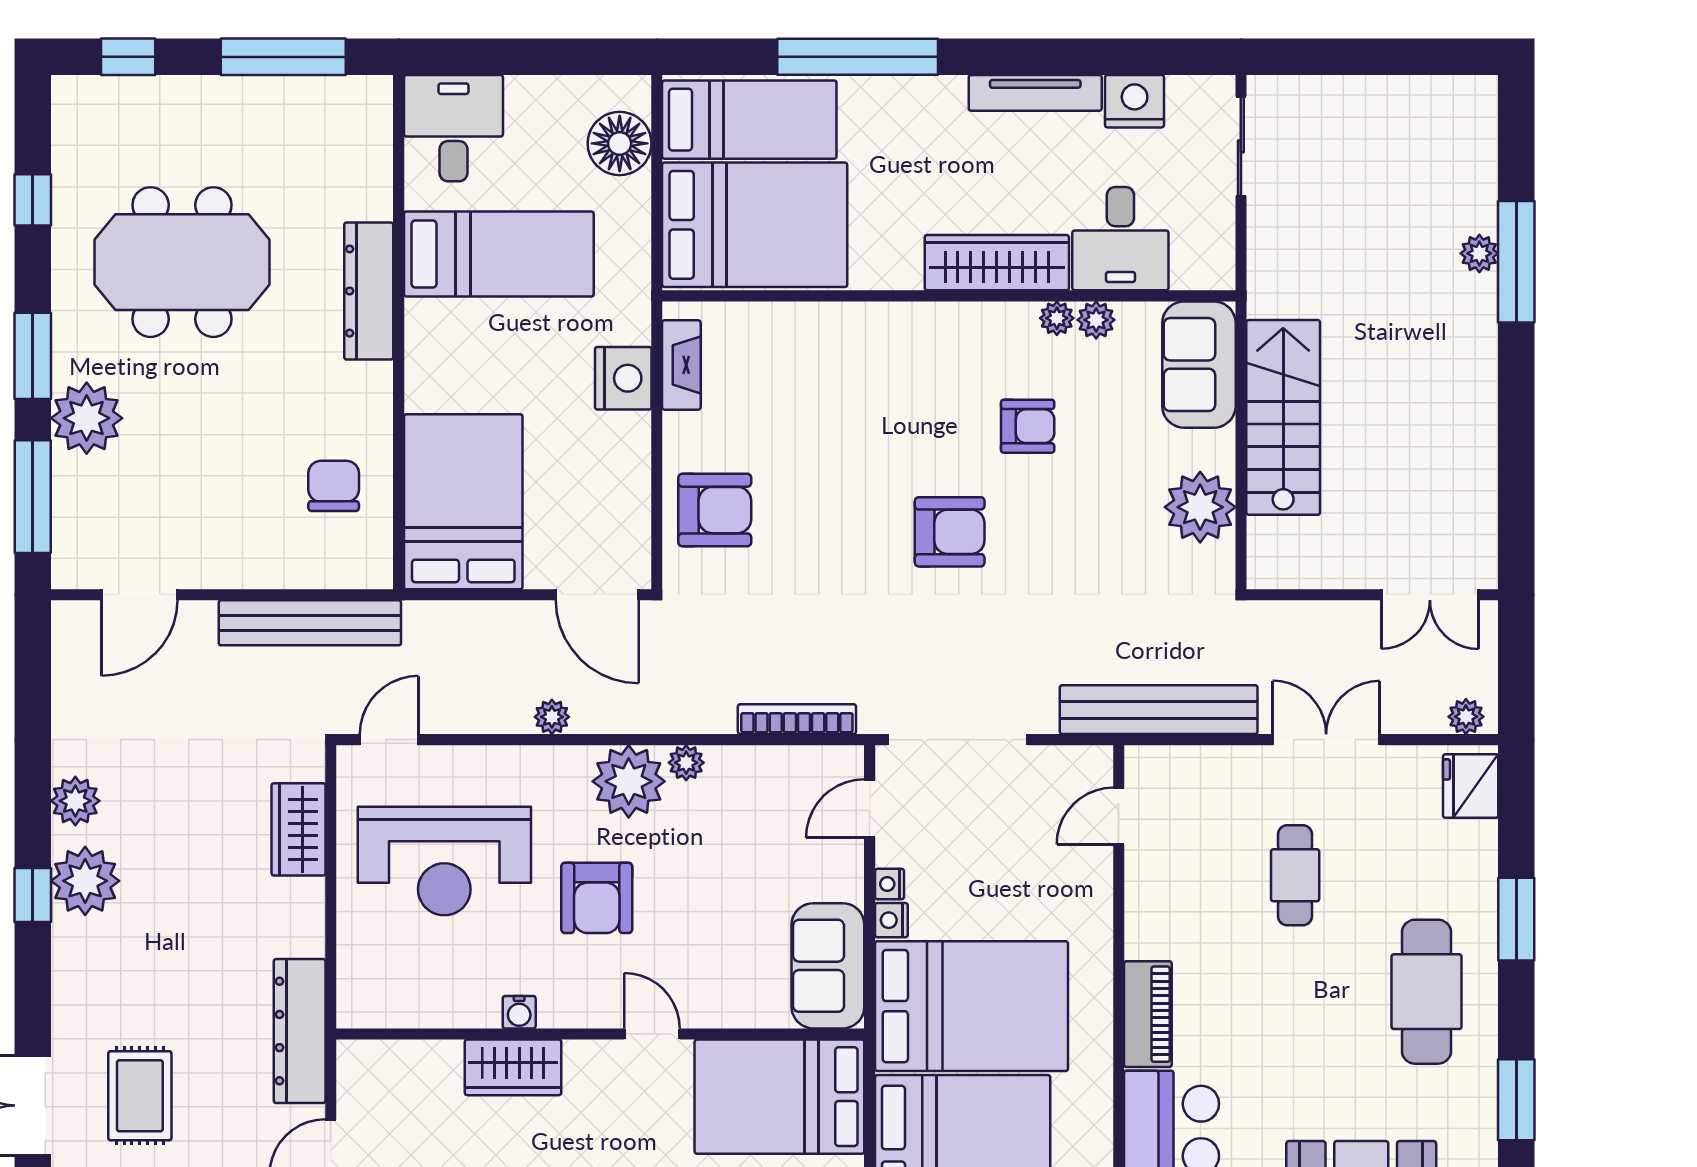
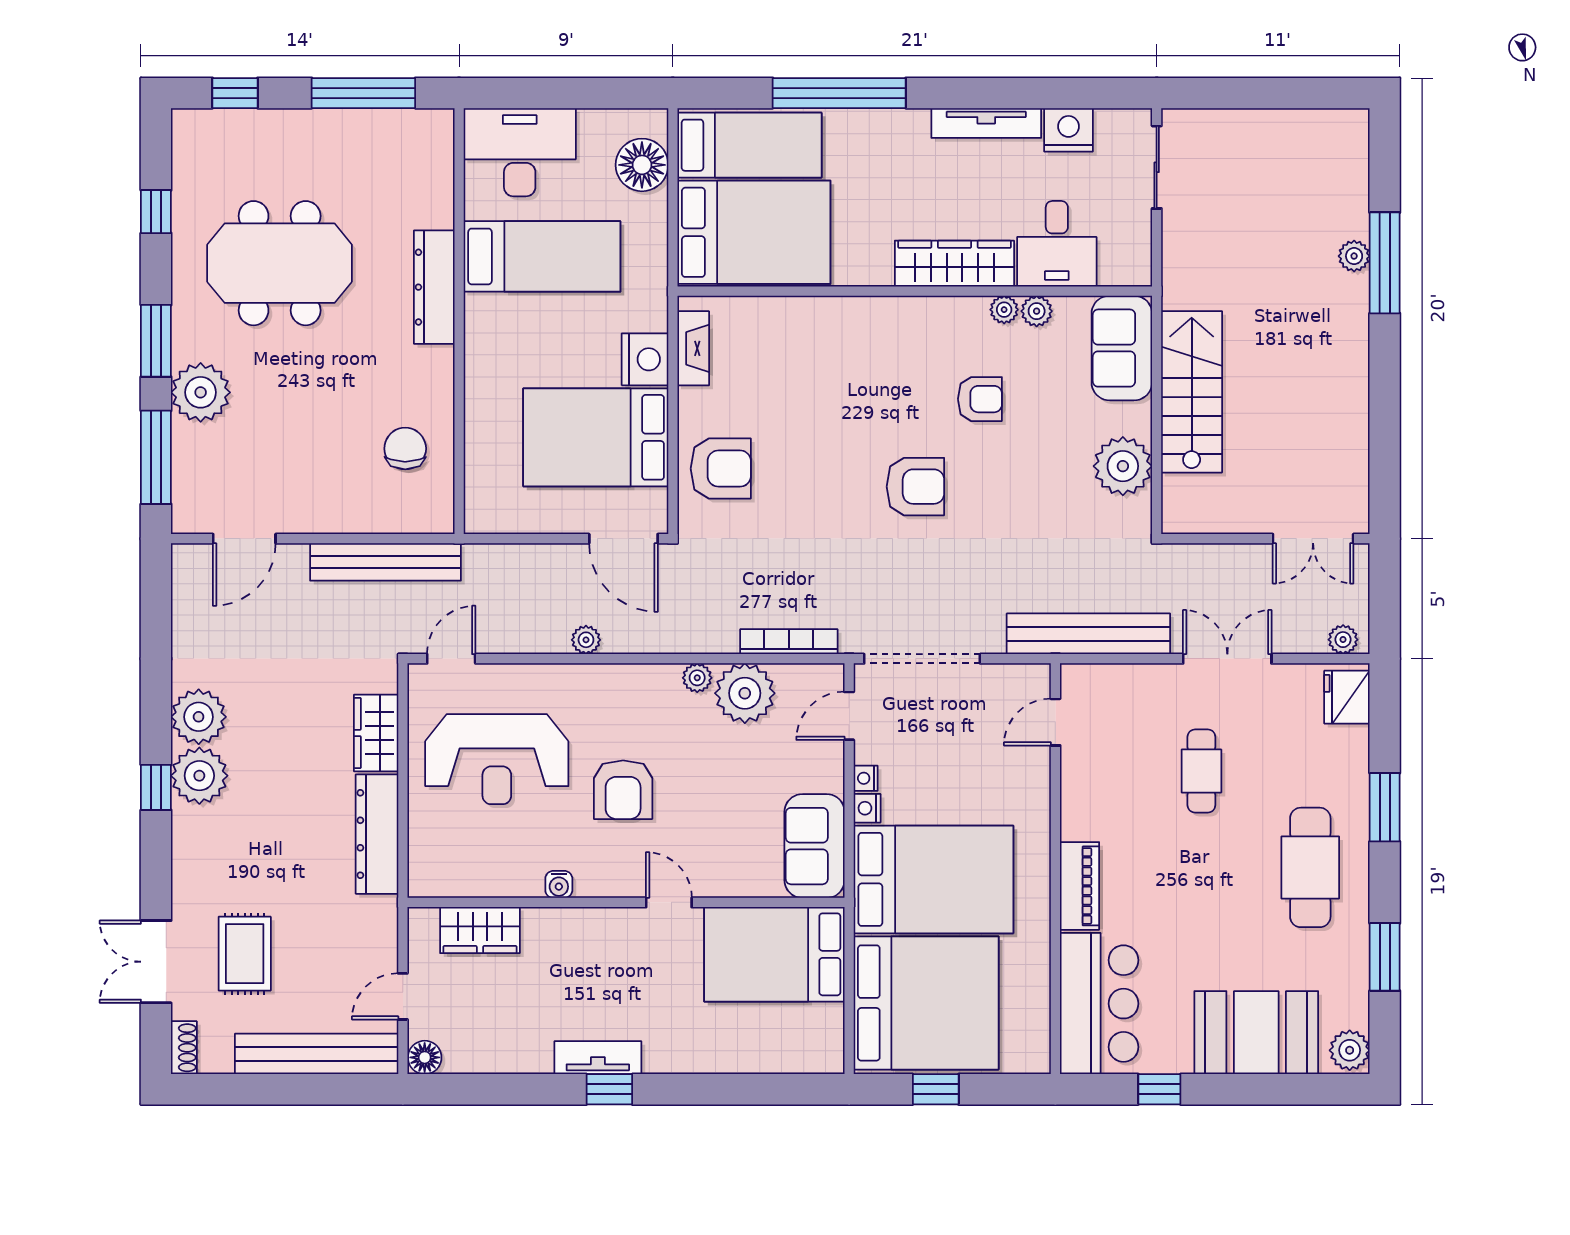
desk: (453, 128) -> (520, 152), width x1.37
bed: (463, 502) -> (596, 437), moved, turned -90
plant: (629, 781) -> (745, 693), moved
plant: (75, 801) -> (199, 717), width x1.36, depth x1.36
dresser: (300, 1031) -> (377, 834), moved
wardrobe: (513, 1067) -> (480, 930), moved

